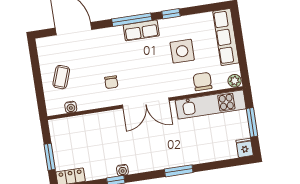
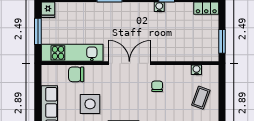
plant: (235, 81) -> (48, 71), removed
chair: (203, 82) -> (76, 74), turned 90
window: (50, 157) -> (222, 41), moved

